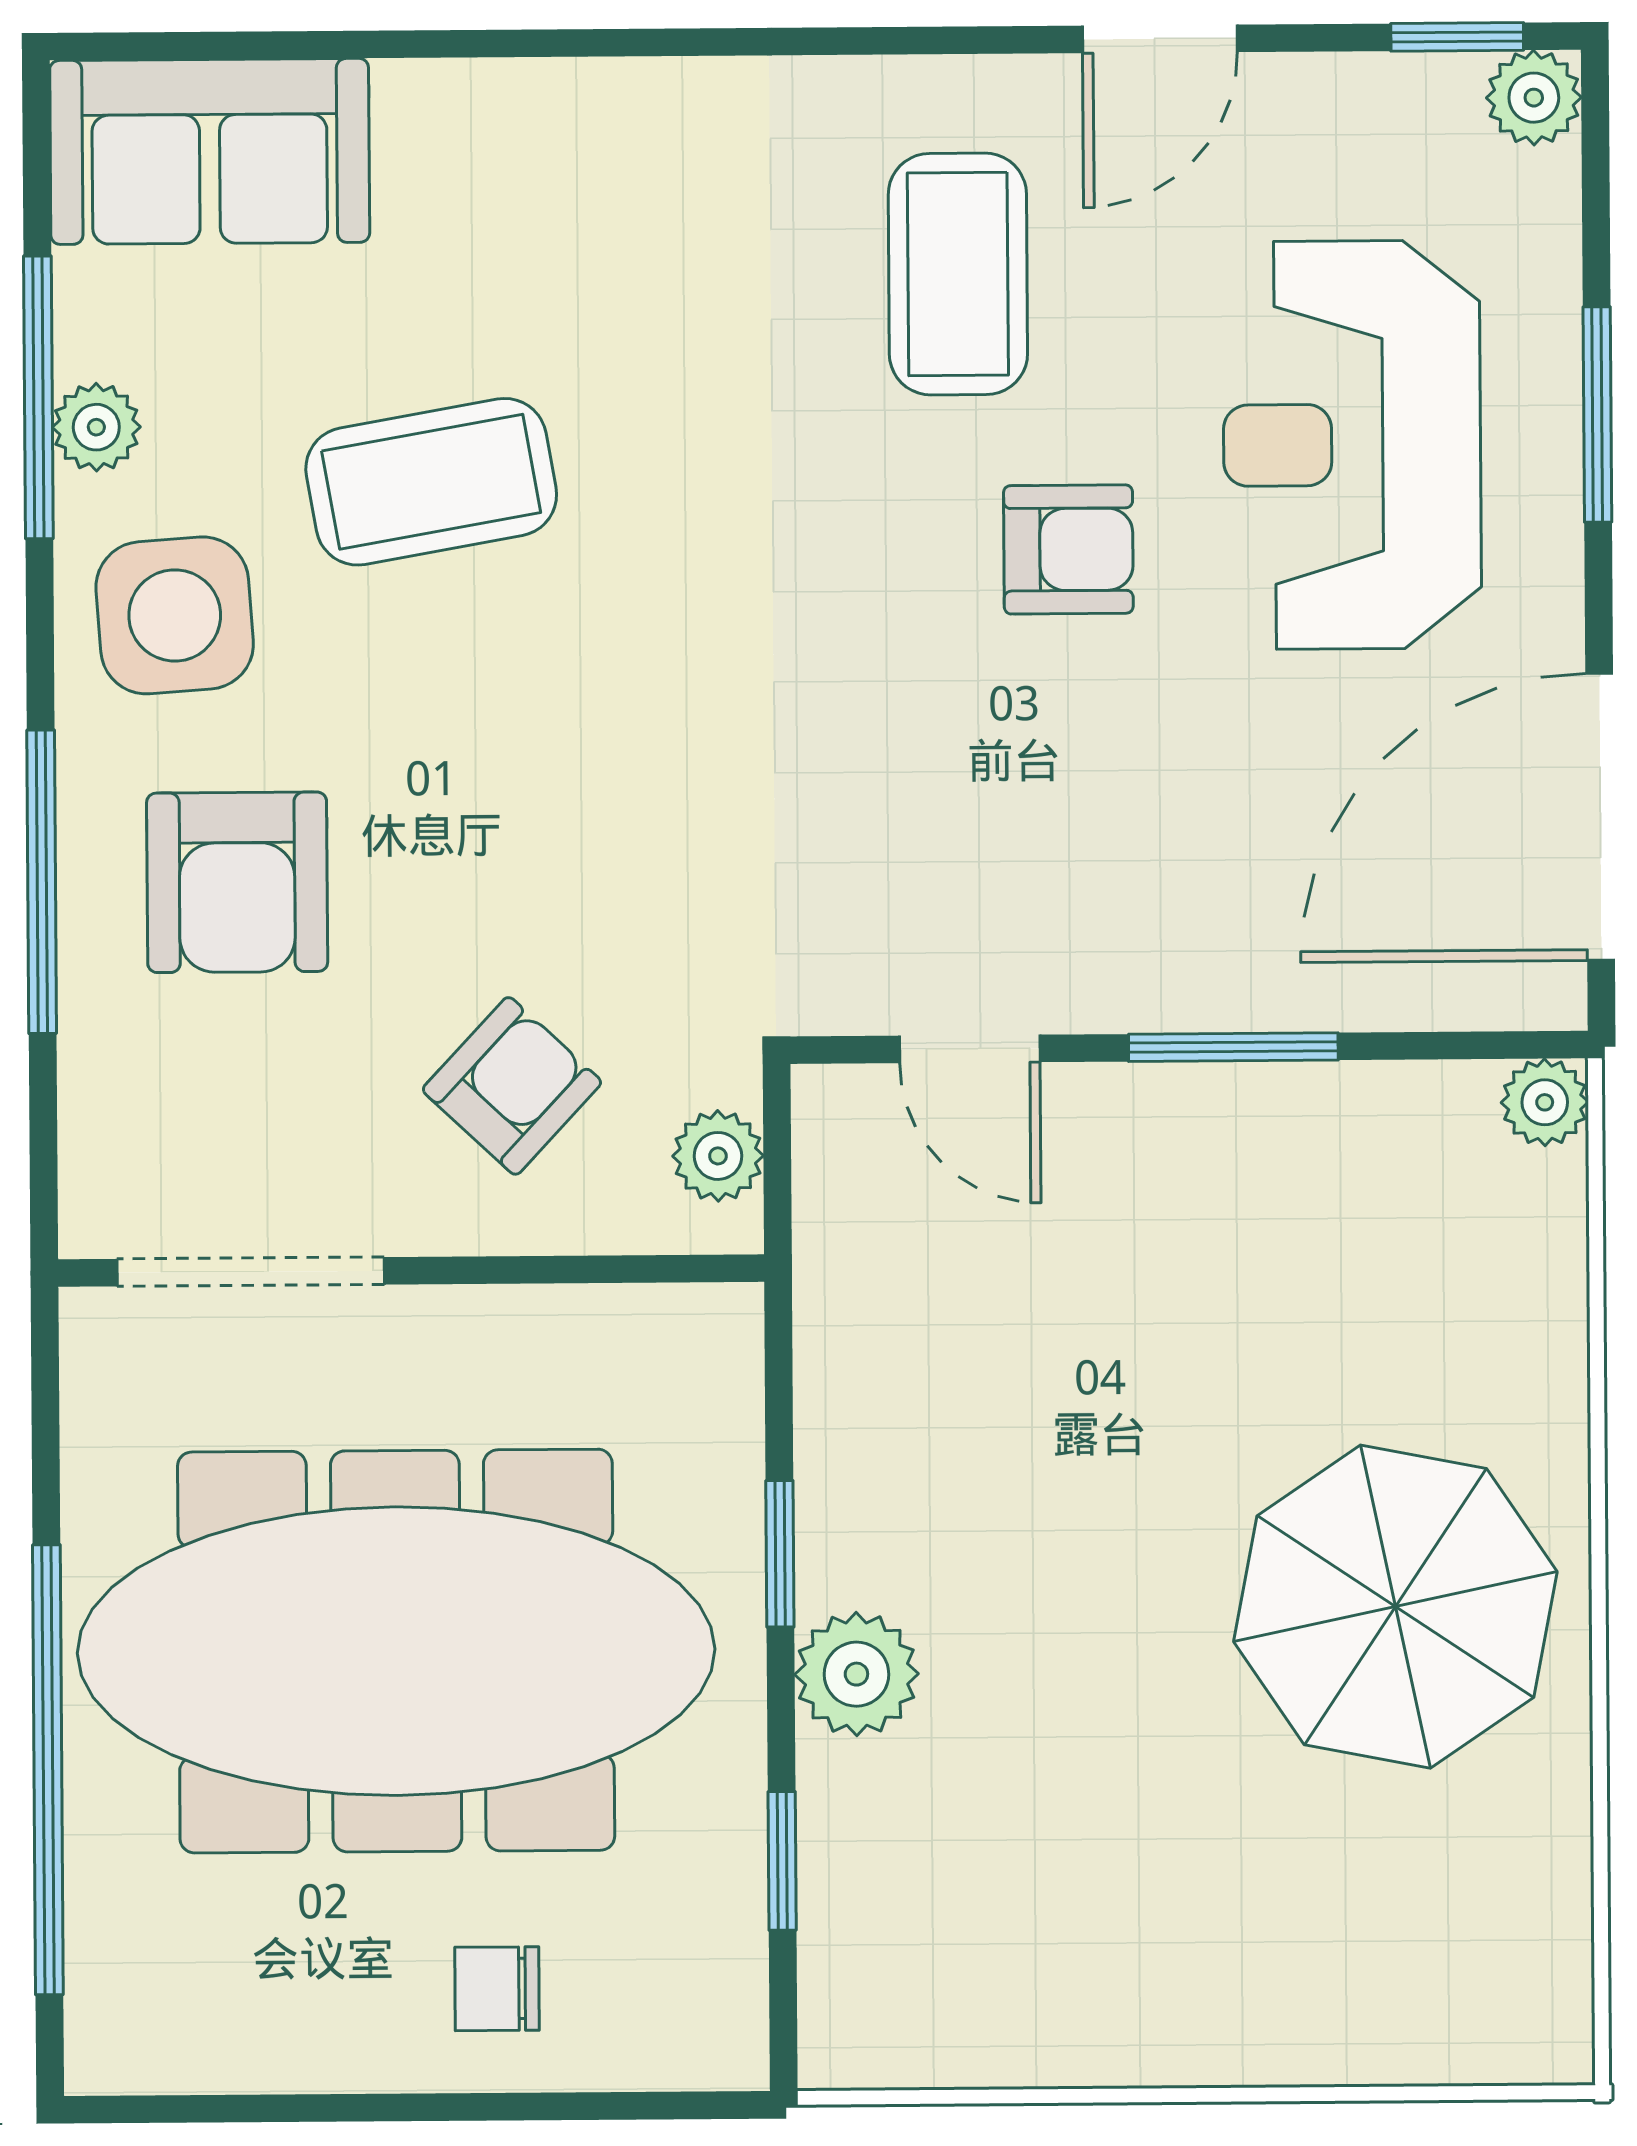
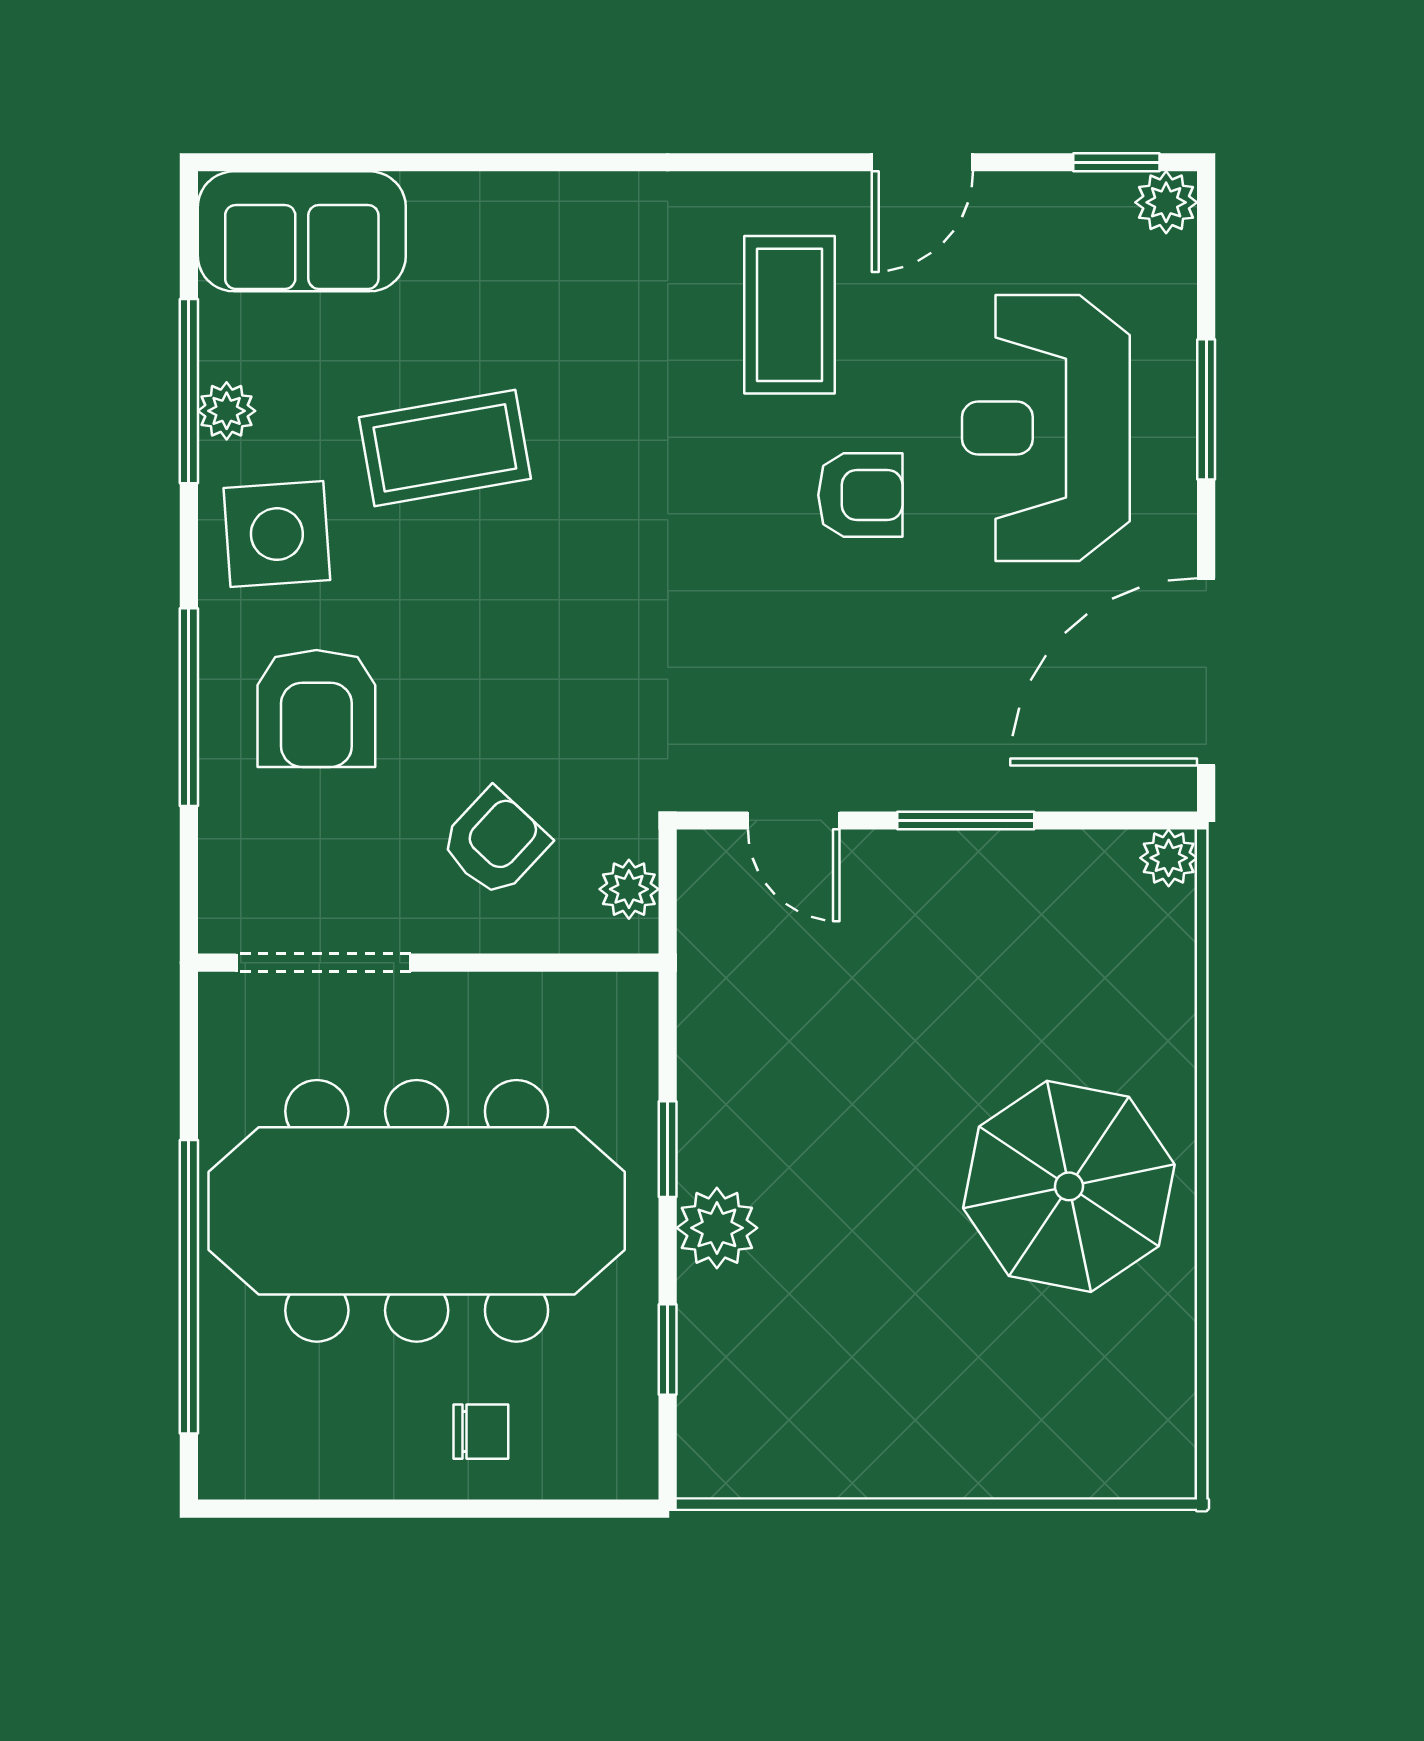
chair: (497, 1989) -> (481, 1432), turned 180

